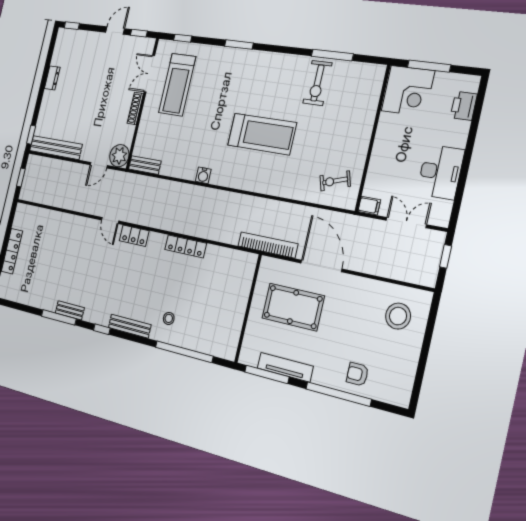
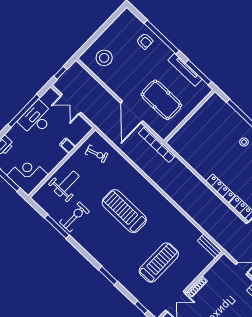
treadmill: (177, 85) -> (159, 263), moved
weight bench: (351, 116) -> (67, 184), added
plant: (119, 156) -> (224, 264), removed
window: (464, 171) -> (24, 111), added
water cooler: (203, 175) -> (175, 213), removed
filing cabinet: (369, 206) -> (67, 146), moved
locker: (186, 246) -> (220, 188), moved

